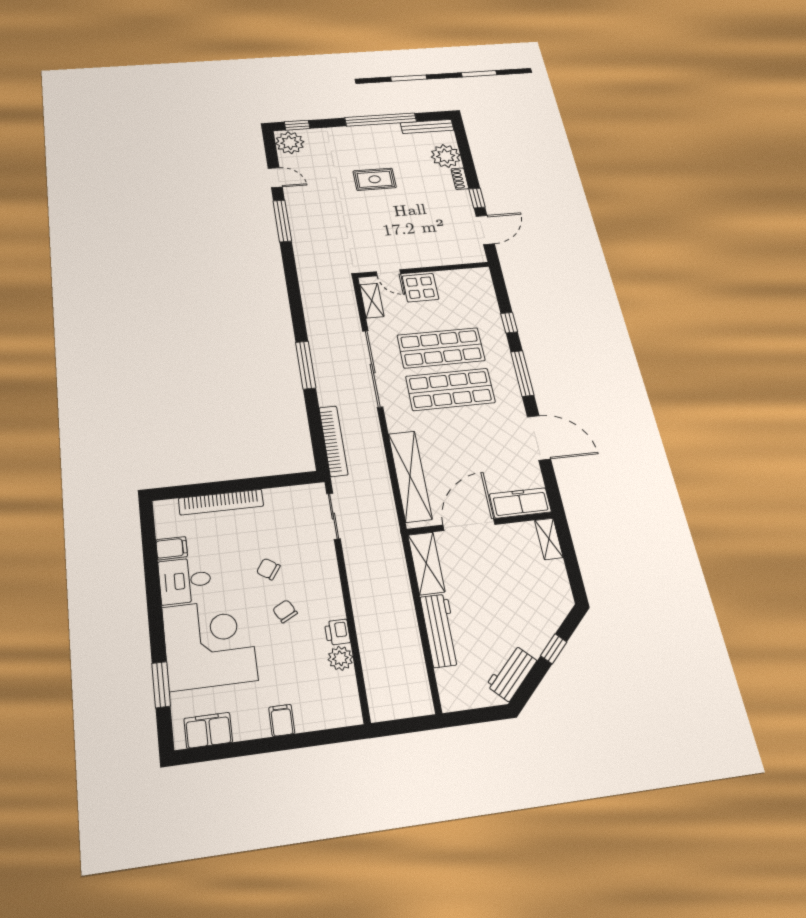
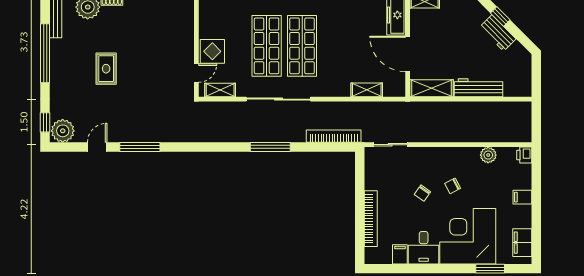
shelving: (410, 476) -> (367, 90), width x0.45, depth x0.75
printer: (337, 632) -> (524, 155), moved, turned 90
workbench: (512, 673) -> (498, 33), moved

